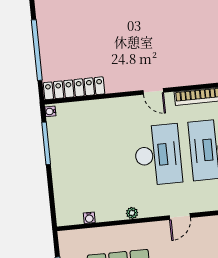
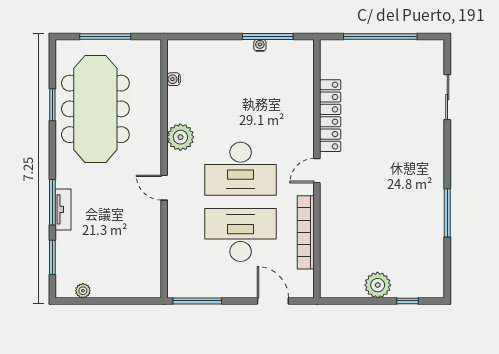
locker: (74, 88) -> (330, 116), moved
water cooler: (50, 111) -> (260, 45), moved
plant: (132, 213) -> (180, 137), width x1.87, depth x1.87

